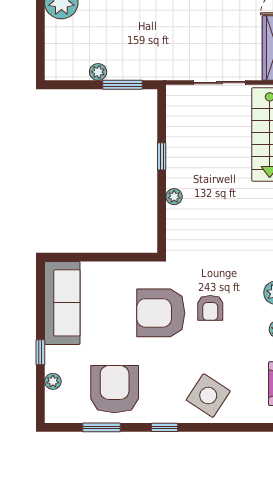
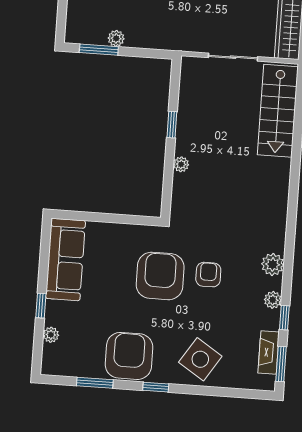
window: (123, 85) -> (99, 50), moved
armchair: (210, 308) -> (208, 275), turned 180
armchair: (161, 313) -> (160, 276), turned 90
armchair: (115, 389) -> (129, 356), moved

